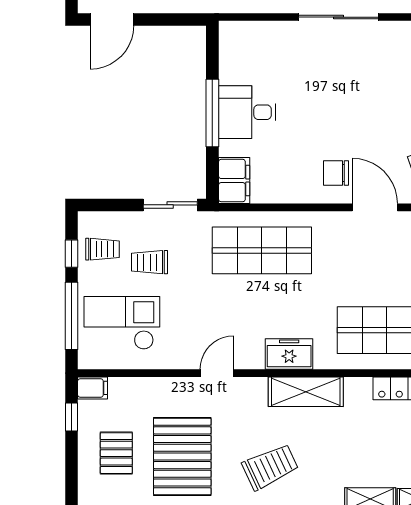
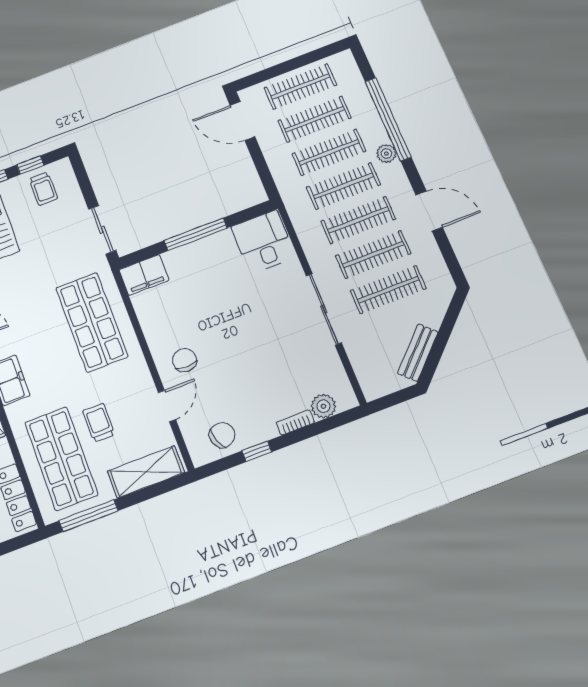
desk: (247, 112) -> (263, 242), moved
door: (375, 207) -> (167, 406), width x0.73
trolley: (149, 262) -> (99, 423), moved

